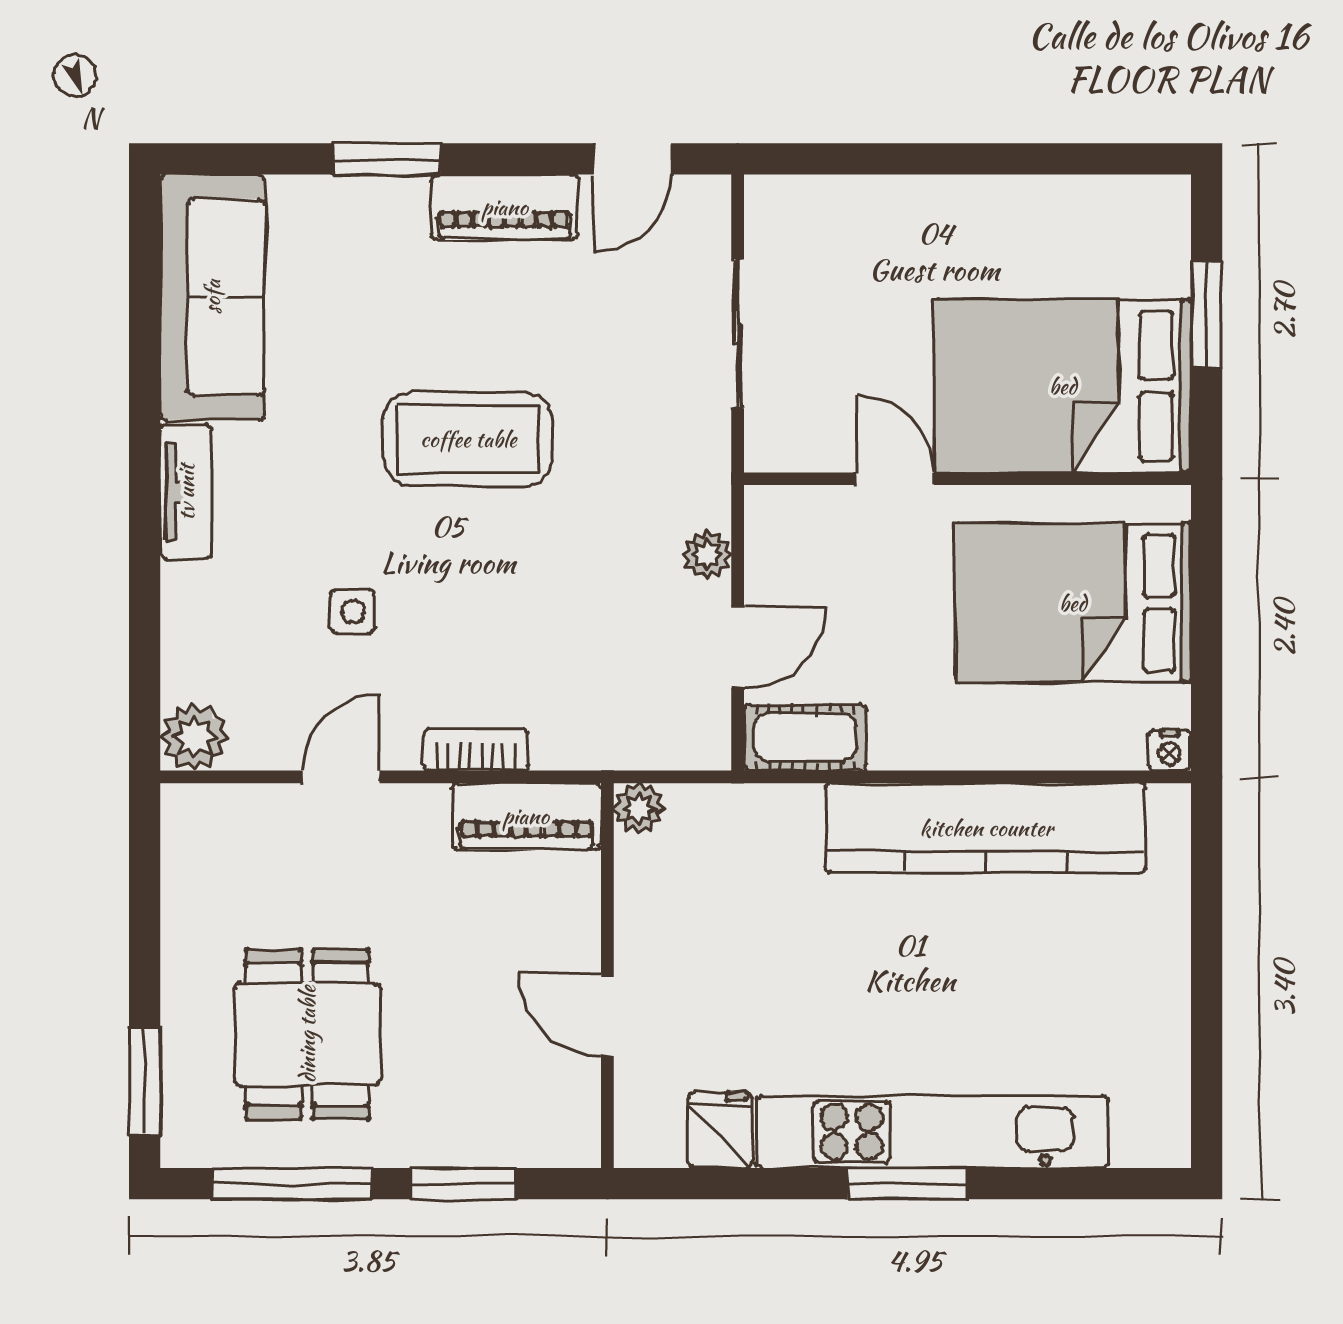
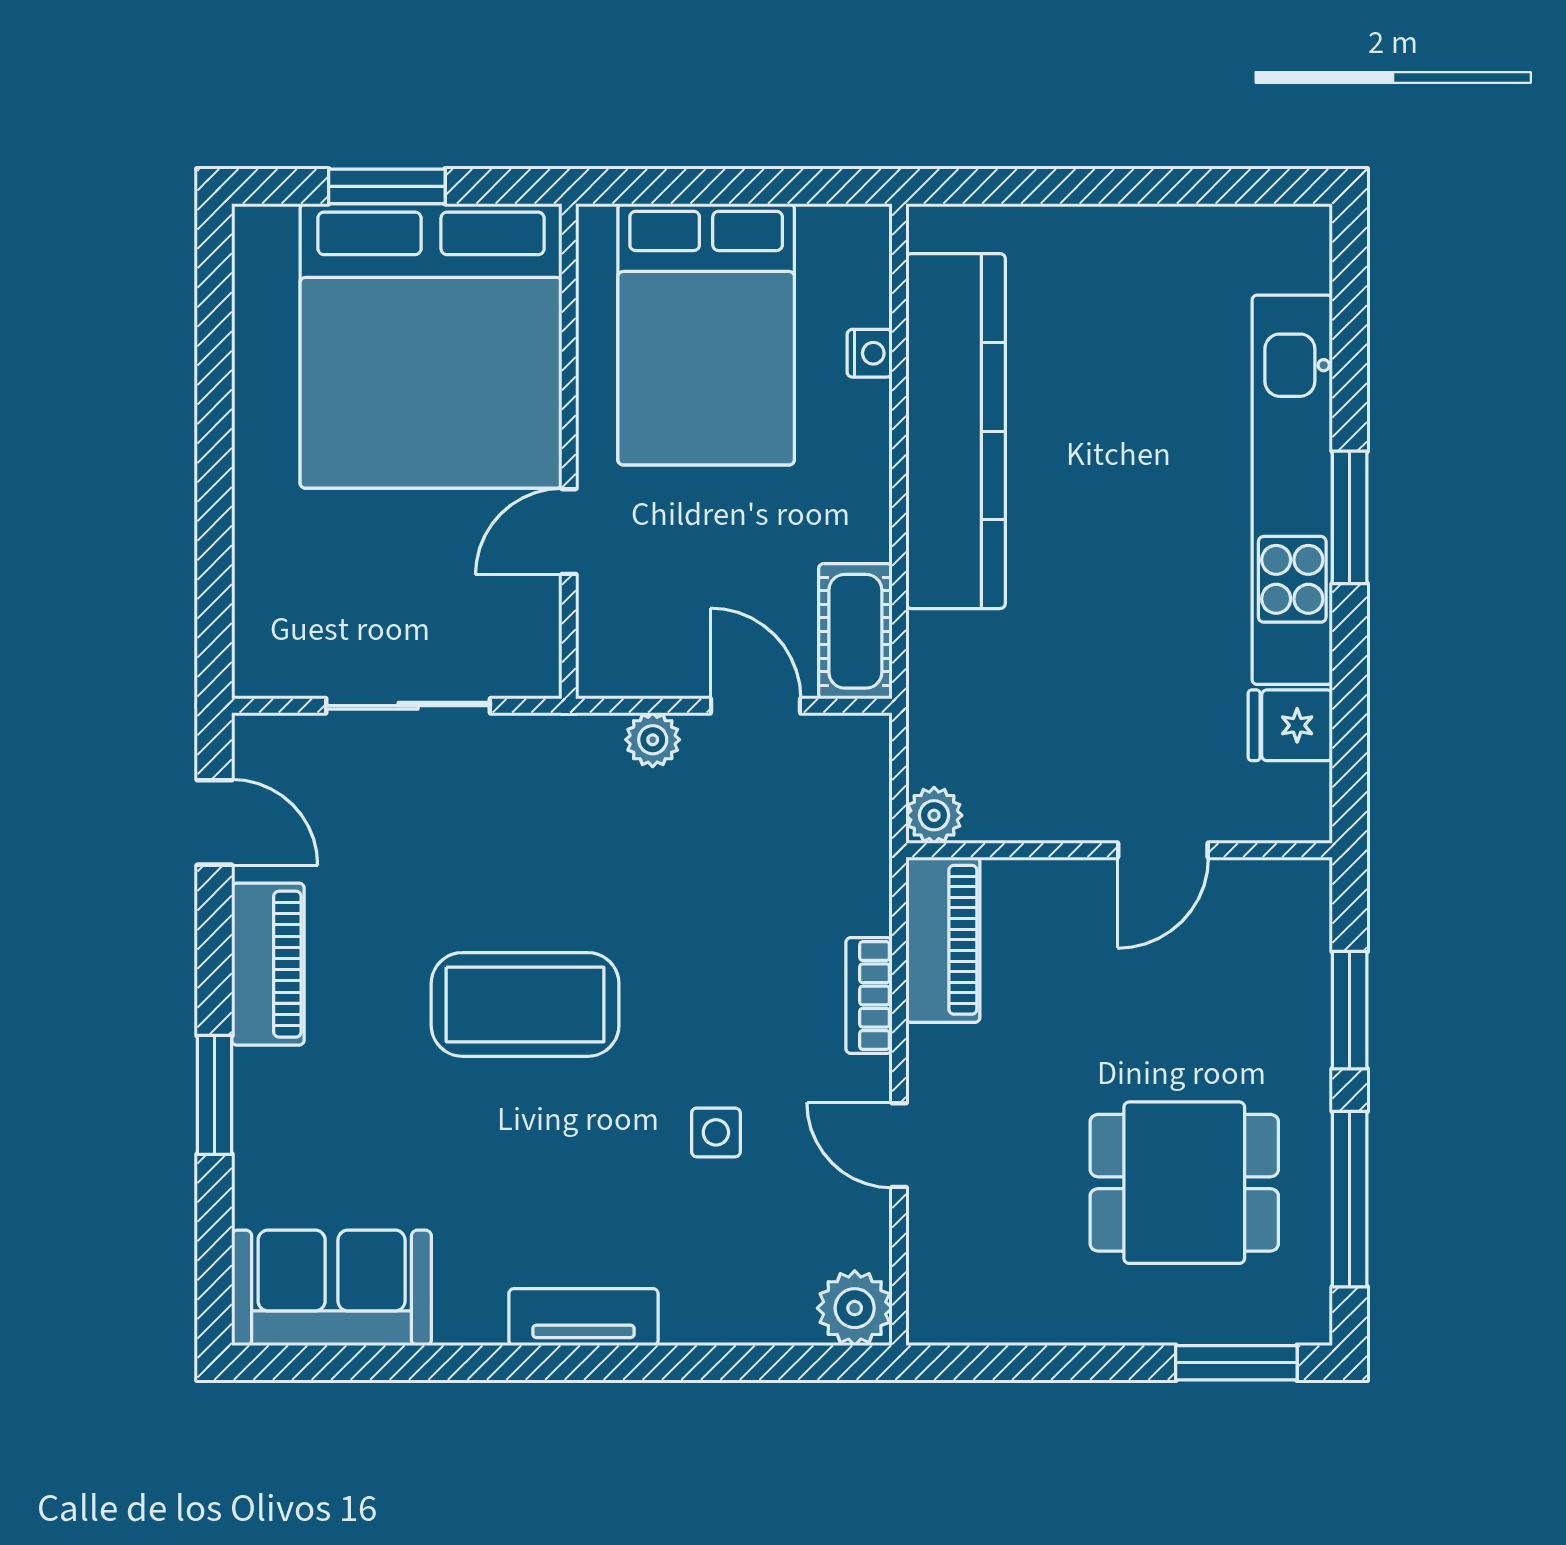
sofa: (212, 297) -> (332, 1288), width x0.73
bed: (1063, 386) -> (431, 346), width x1.36
coffee table: (468, 439) -> (525, 1004), turned 90
nightstand: (1169, 750) -> (870, 353), moved

